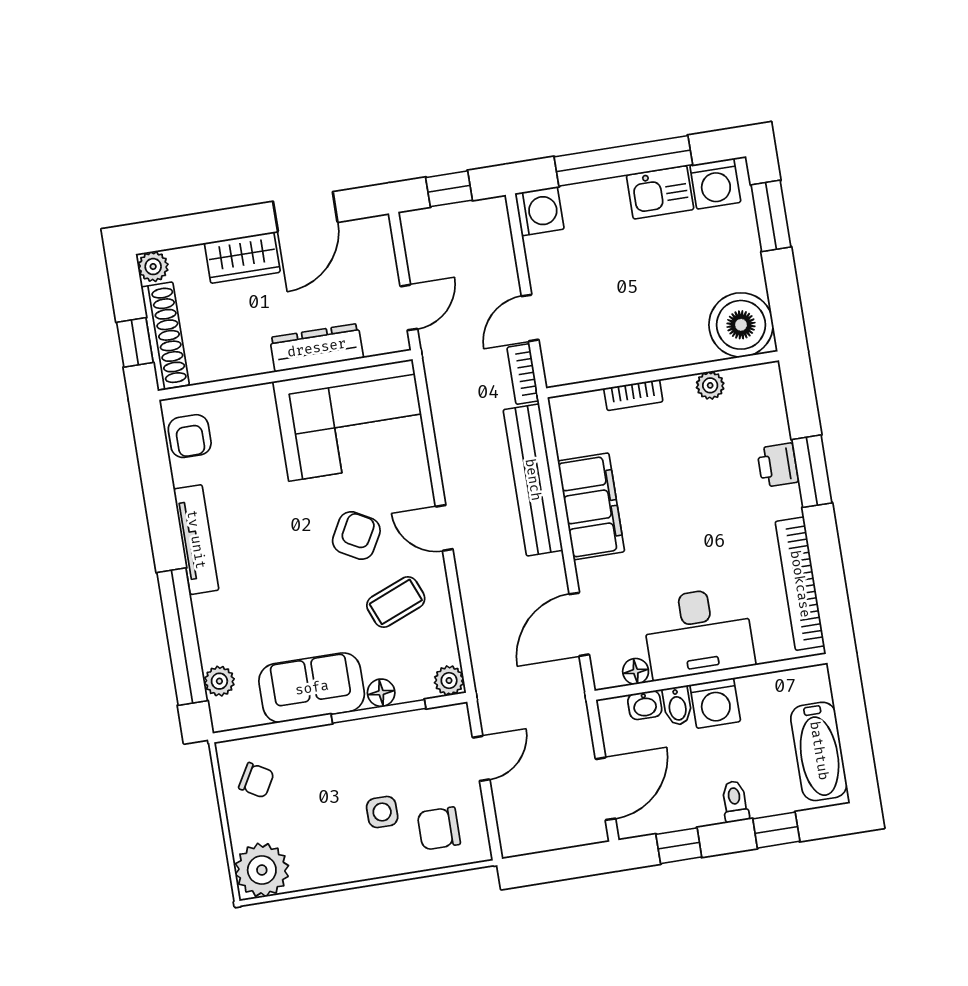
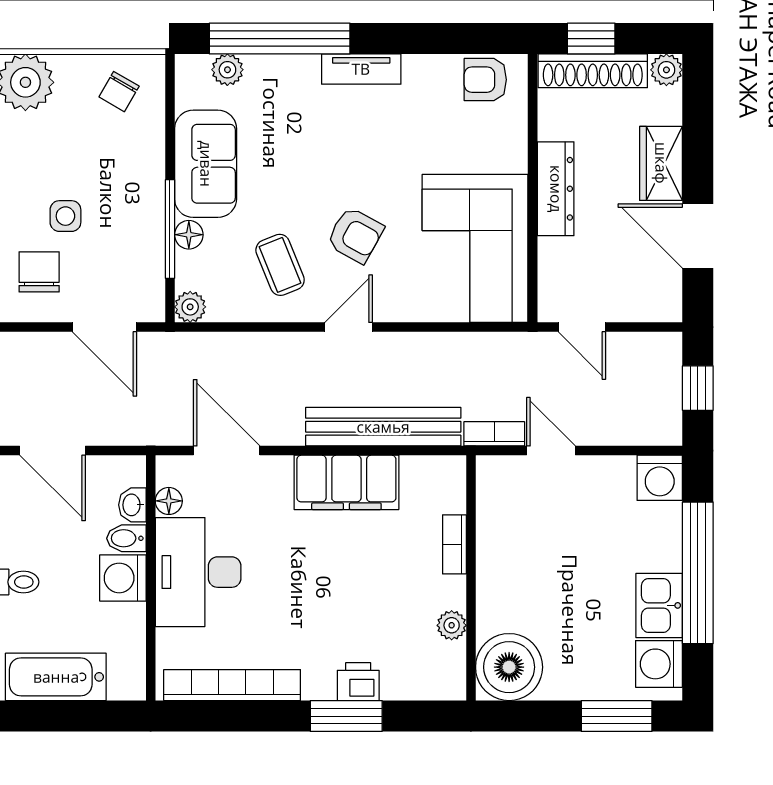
dresser: (317, 348) -> (556, 189), moved
tv unit: (196, 540) -> (361, 69), width x0.71
door: (481, 758) -> (104, 327), width x1.38

